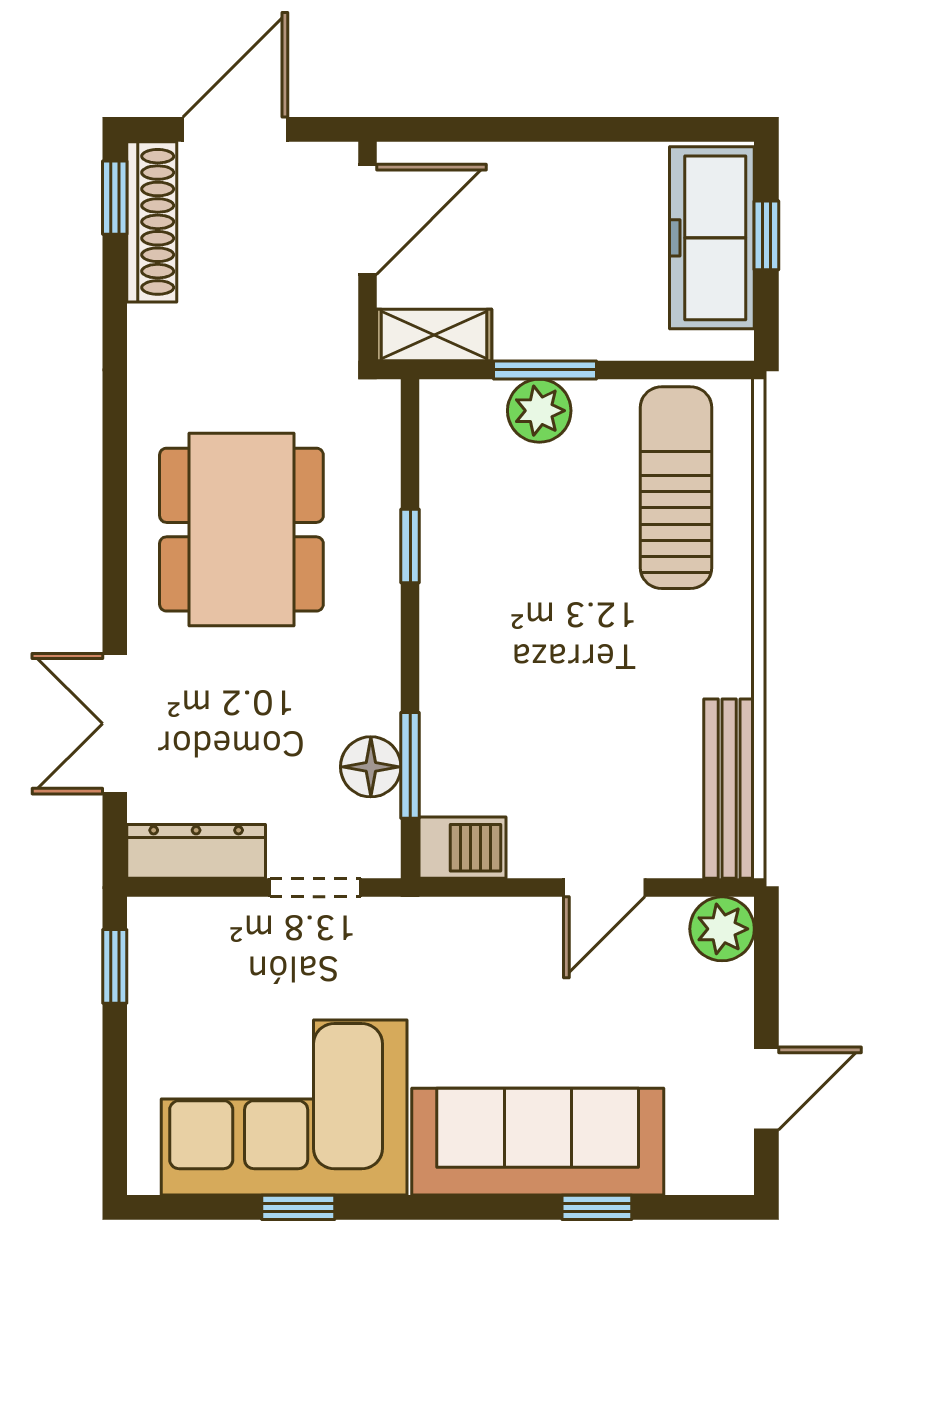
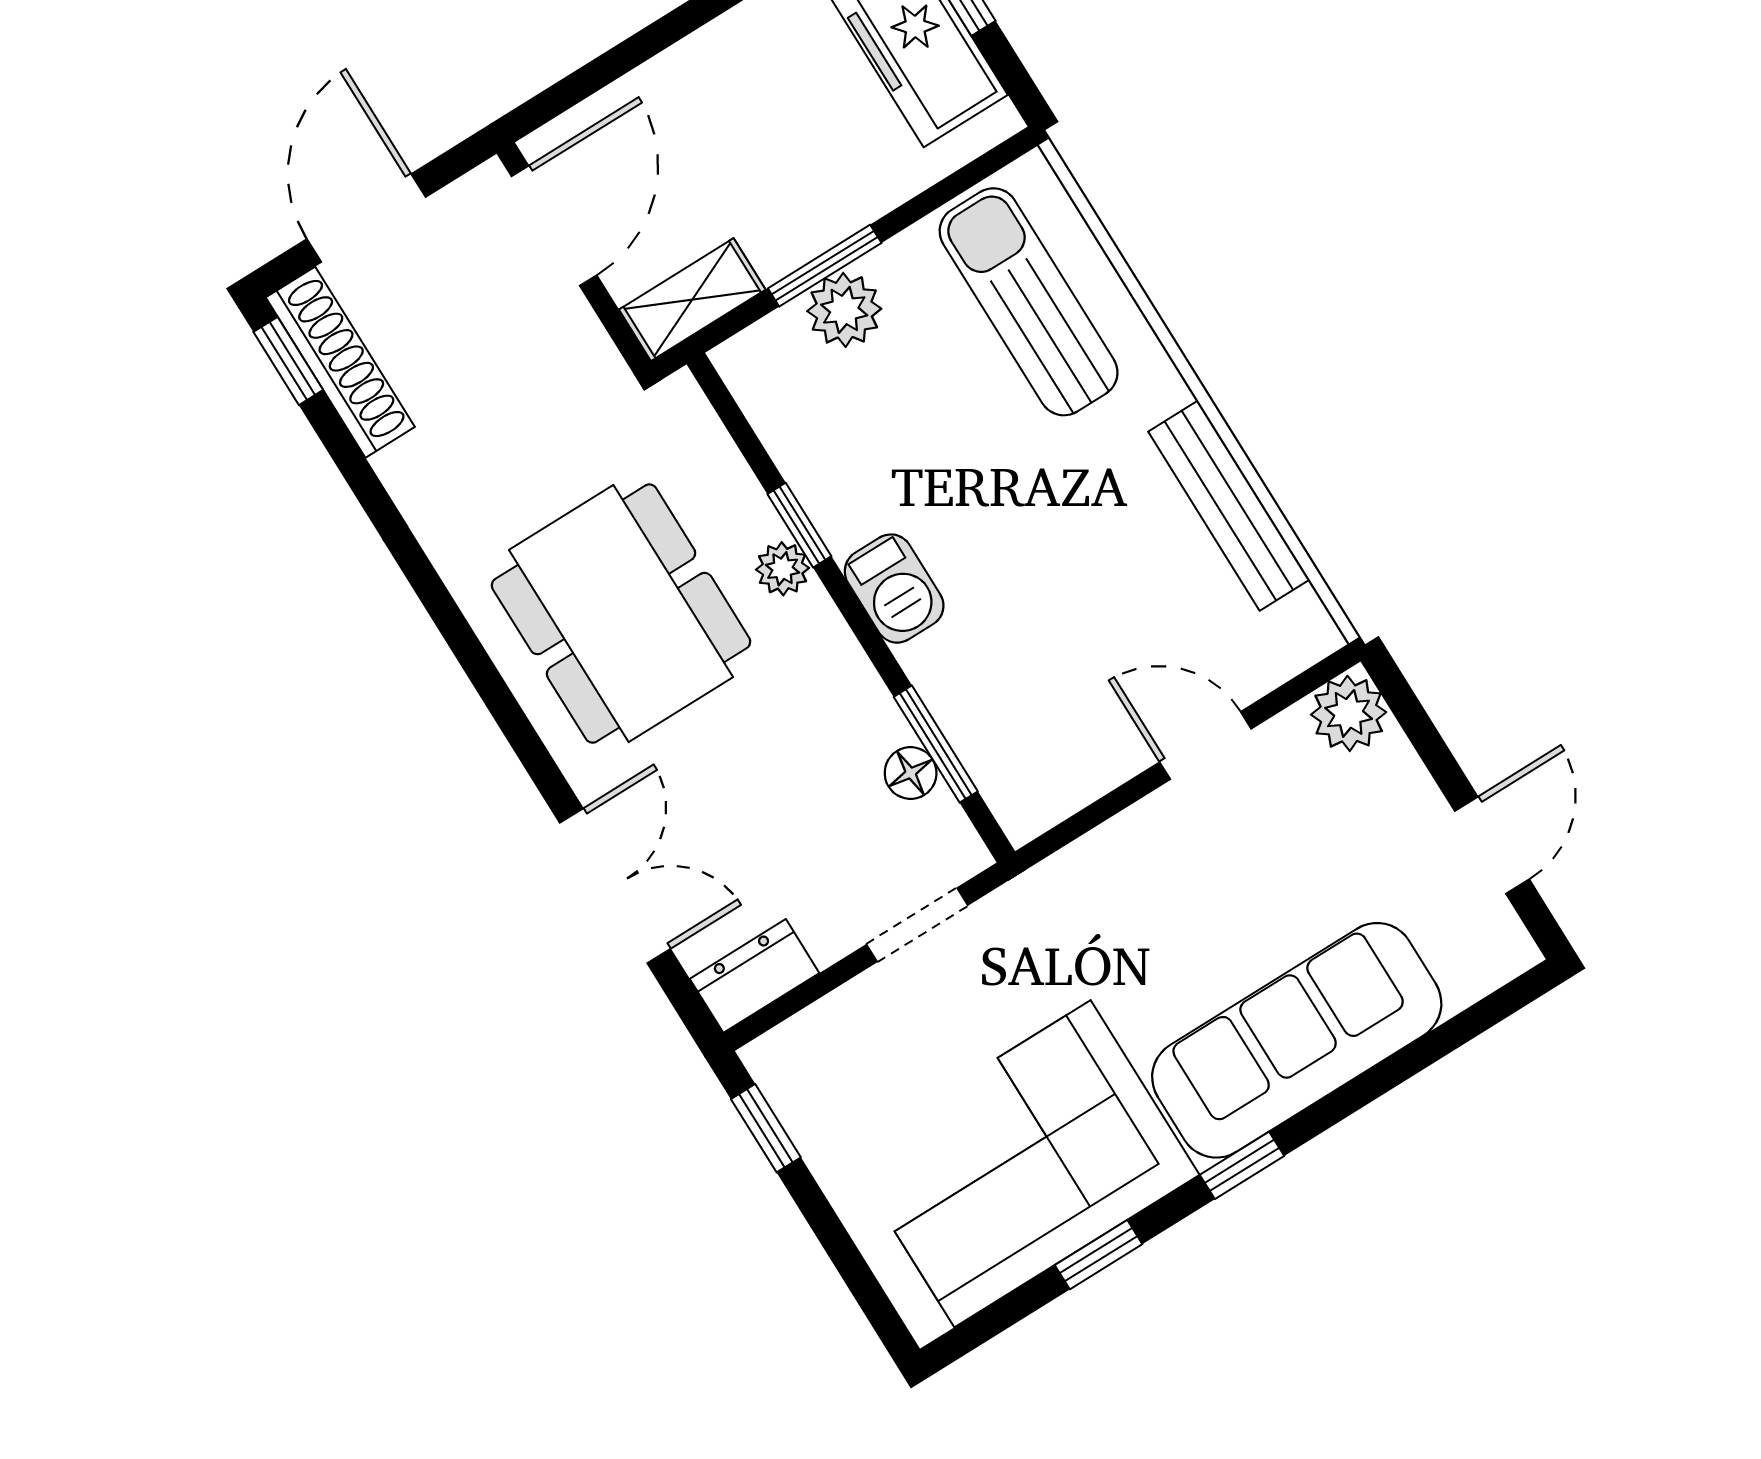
plant: (378, 570) -> (783, 569), added
double door: (115, 724) -> (615, 886), swing flipped
floor lamp: (371, 767) -> (911, 773), width x0.73, depth x0.73
bench: (729, 789) -> (1229, 506), moved
barbecue: (463, 848) -> (894, 589), moved, turned 90
dresser: (196, 851) -> (755, 976), width x0.70
door: (604, 888) -> (1205, 745), swing flipped
window: (597, 1207) -> (1242, 1165), moved

